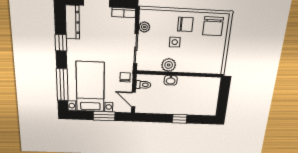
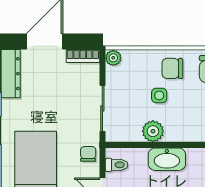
chair: (185, 24) -> (172, 68), turned 180
plant: (144, 27) -> (113, 58), moved
washbasin: (171, 80) -> (167, 159), width x1.91, depth x1.45

